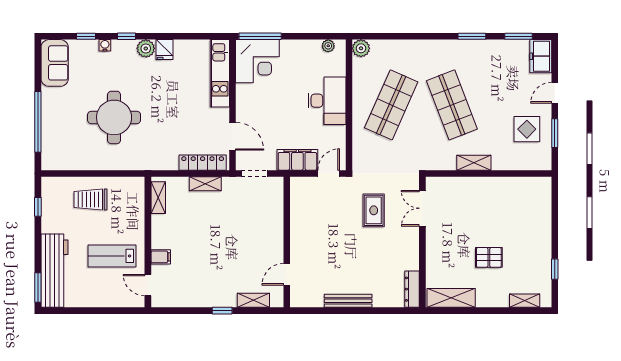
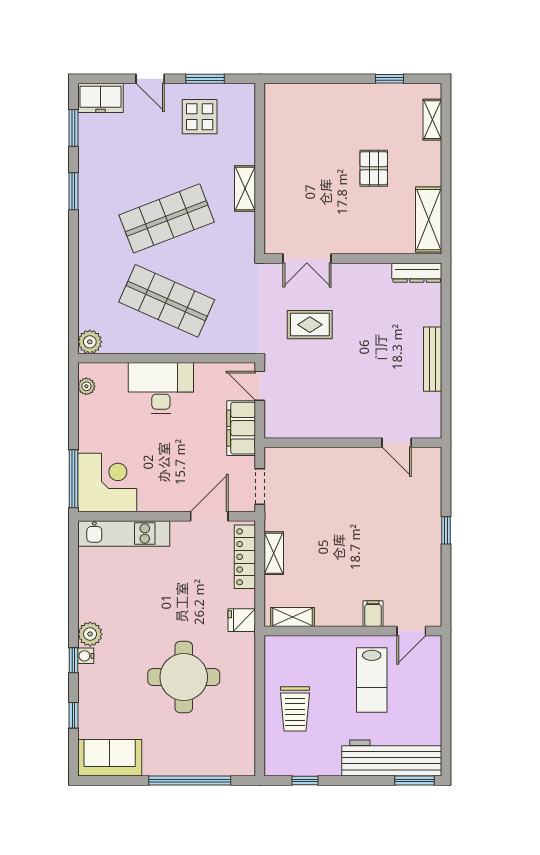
water cooler: (105, 45) -> (86, 656), moved
fridge: (164, 50) -> (242, 620), moved, turned 180
shelving: (253, 300) -> (432, 488), removed

